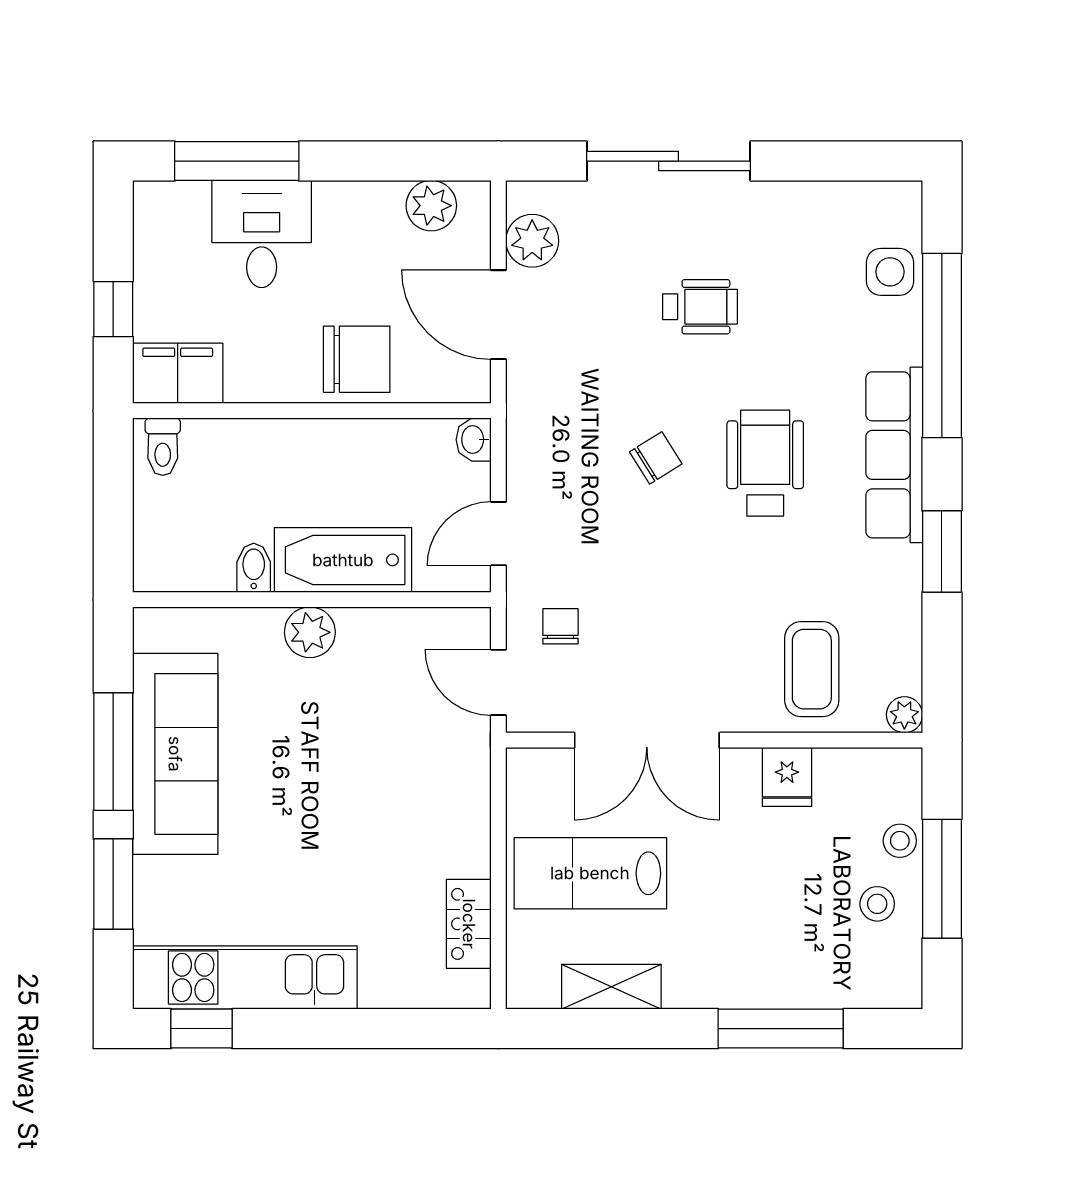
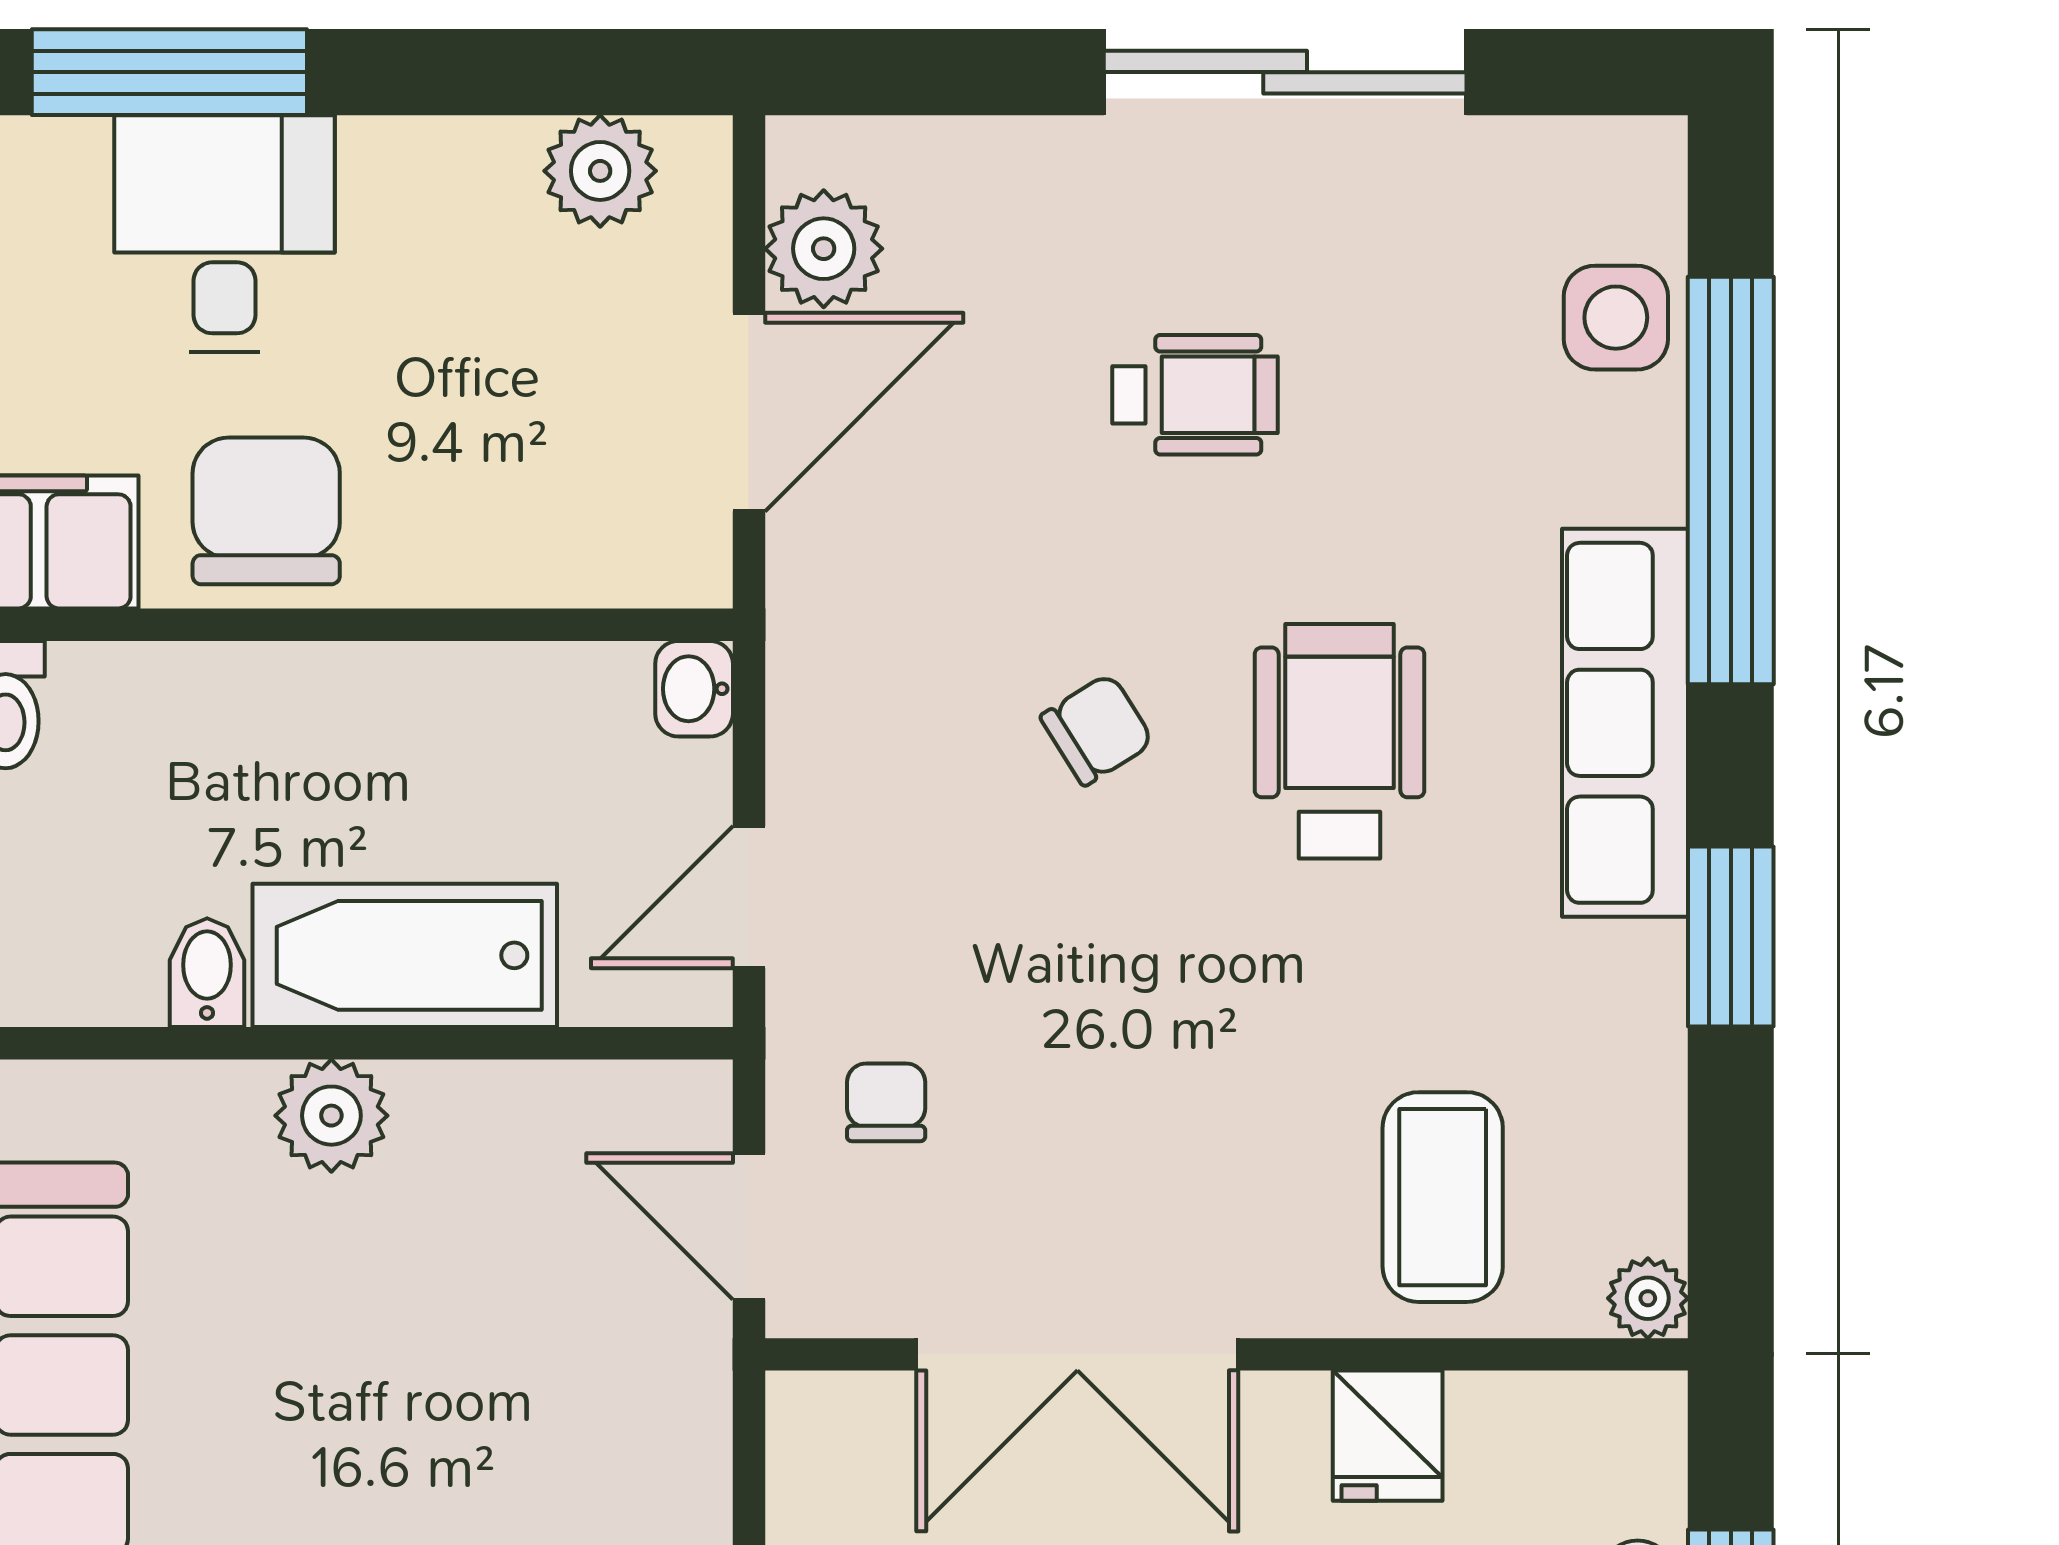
sliding door: (669, 161) -> (1285, 72), moved
door: (498, 315) -> (749, 412), swing flipped
chair: (357, 359) -> (266, 511), moved, turned -90

